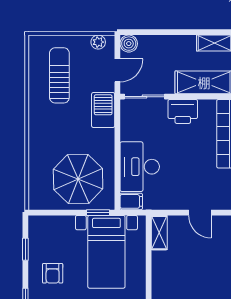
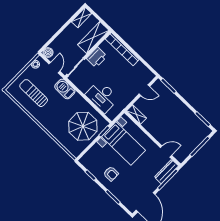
filing cabinet: (131, 201) -> (113, 114), removed

